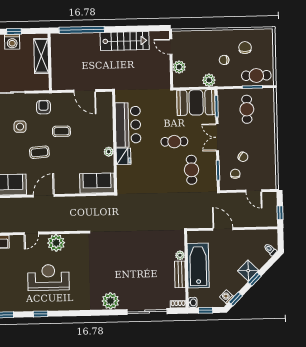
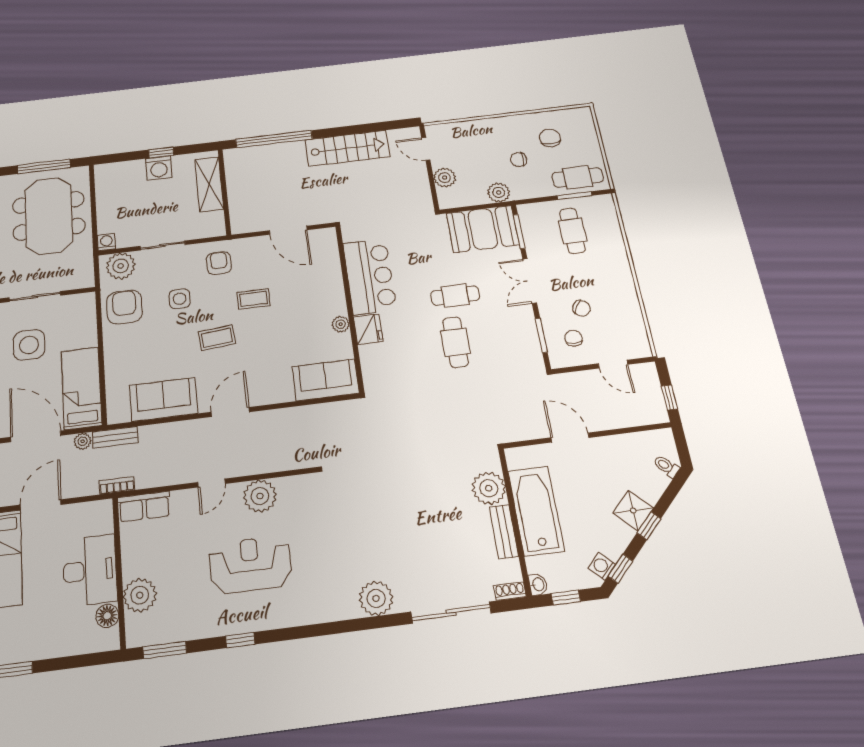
cafe table: (192, 170) -> (456, 342), moved
plant: (180, 255) -> (489, 488), width x1.88, depth x1.88

